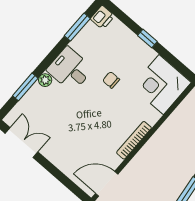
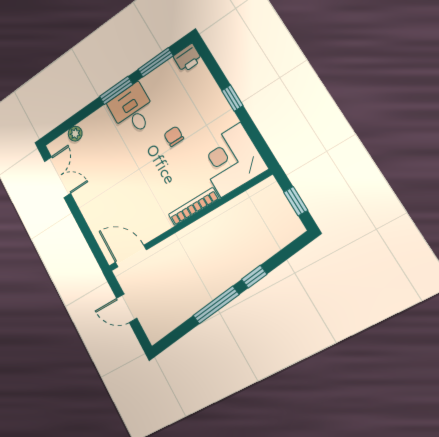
plant: (45, 80) -> (75, 134), moved
window: (25, 87) -> (116, 90), moved
bookcase: (134, 140) -> (194, 207), moved

